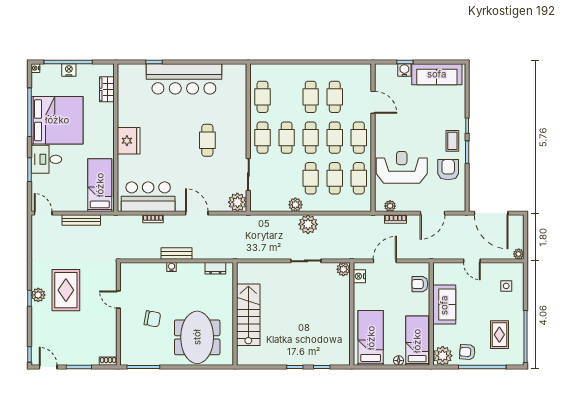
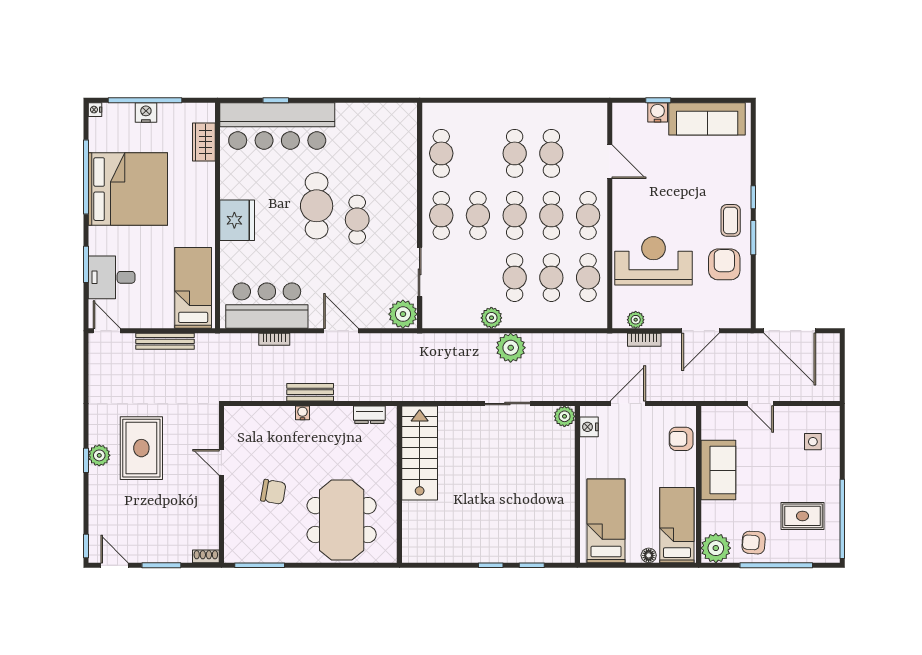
bar counter: (184, 79) -> (277, 126), moved
cafe table: (181, 131) -> (317, 206), added
desk: (46, 159) -> (112, 277), moved
plant: (519, 254) -> (832, 393), removed
stairs: (248, 315) -> (420, 453), moved
rug: (499, 335) -> (802, 516), turned 90

